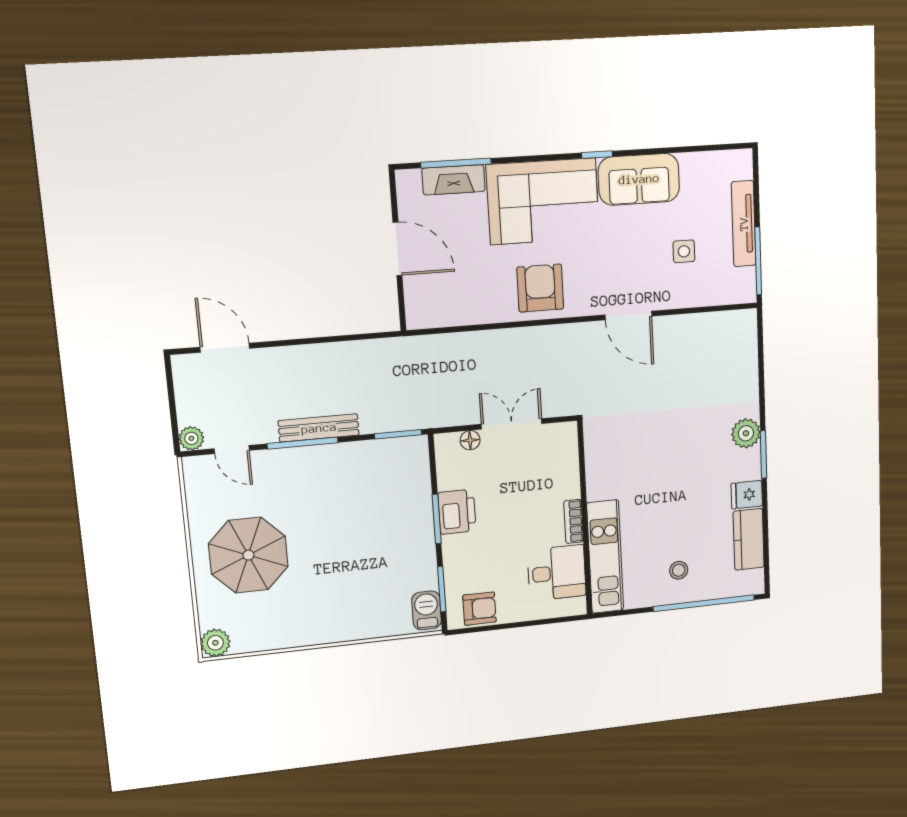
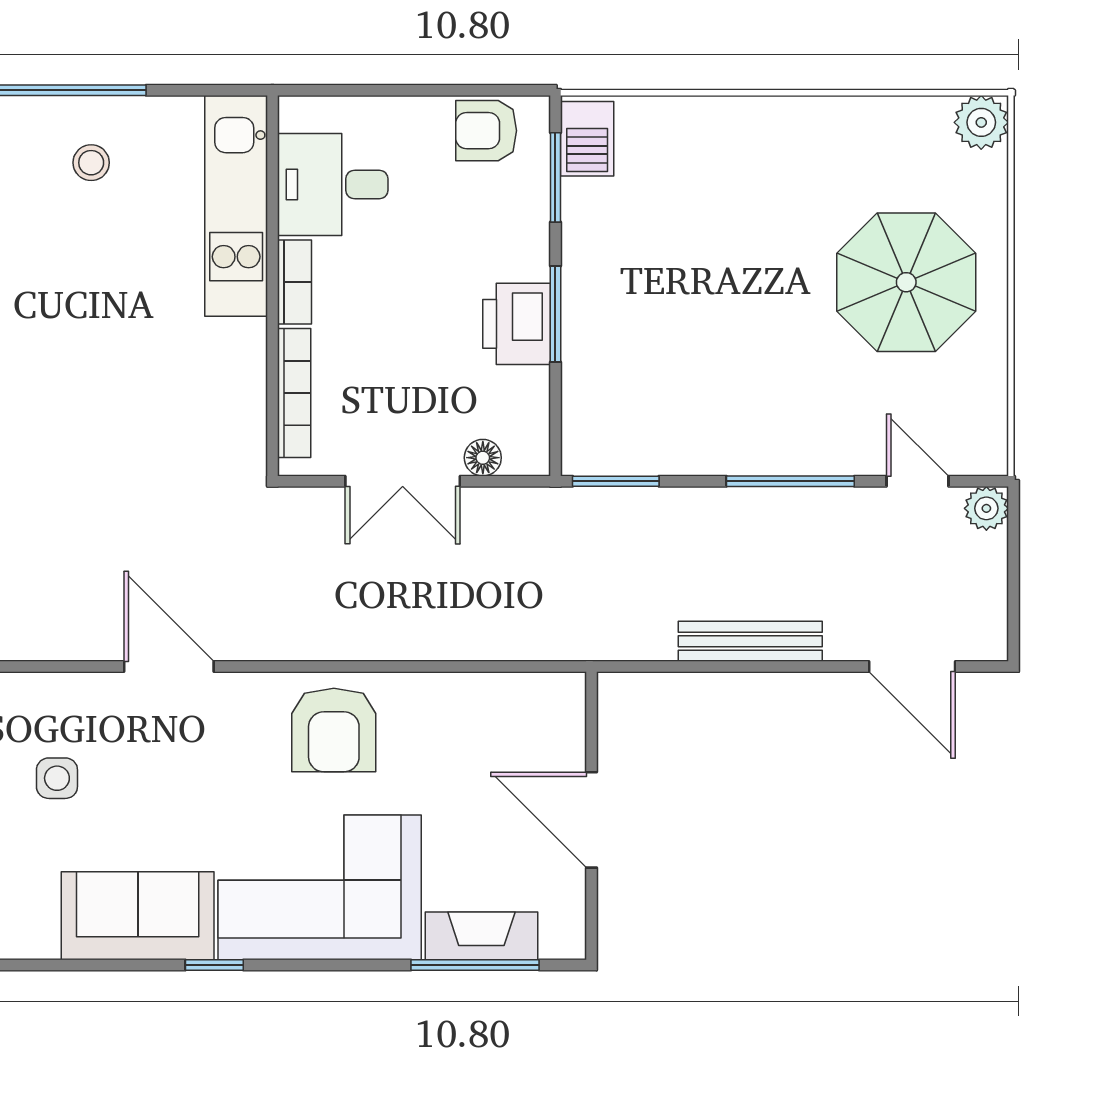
bench: (319, 428) -> (750, 641), moved
bookcase: (571, 465) -> (294, 393), added

